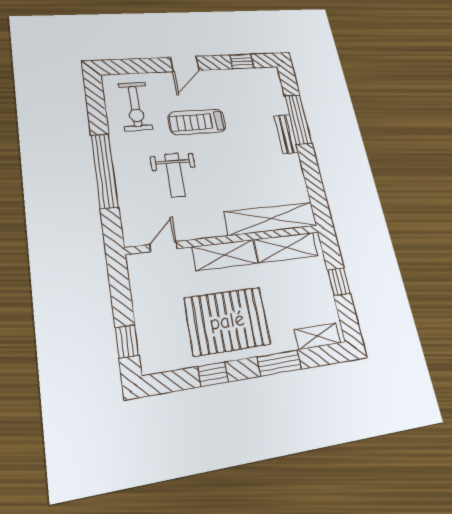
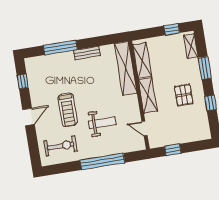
door: (185, 64) -> (29, 117), hinge flipped
bench: (286, 134) -> (87, 53), moved
window: (339, 282) -> (172, 29), moved
pallet: (227, 321) -> (184, 95), width x0.49, depth x0.50
window: (127, 341) -> (173, 150), moved

